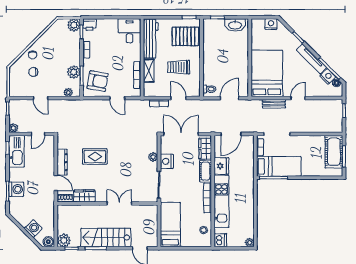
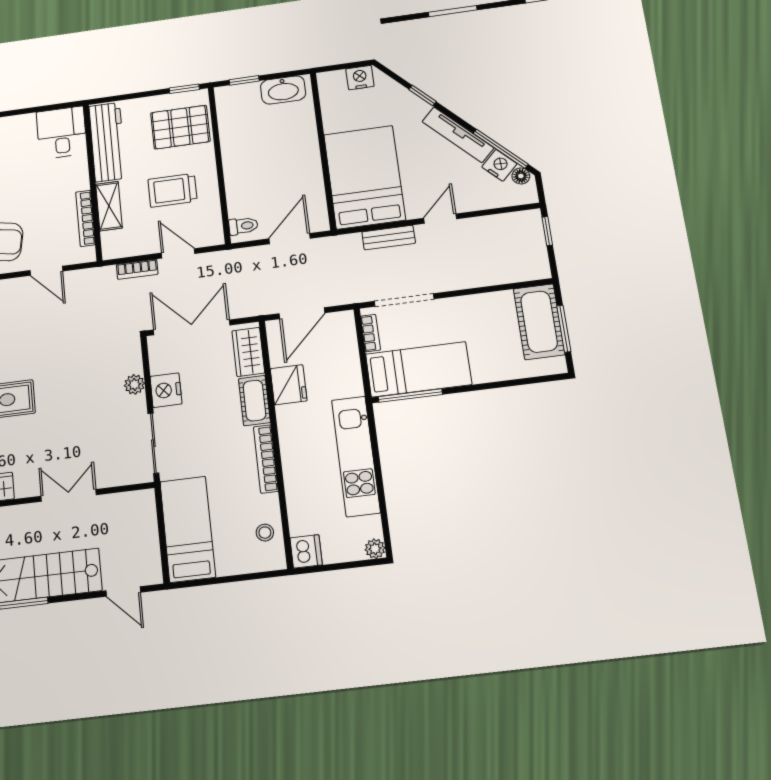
kitchen unit: (221, 201) -> (356, 456), moved, turned 180

